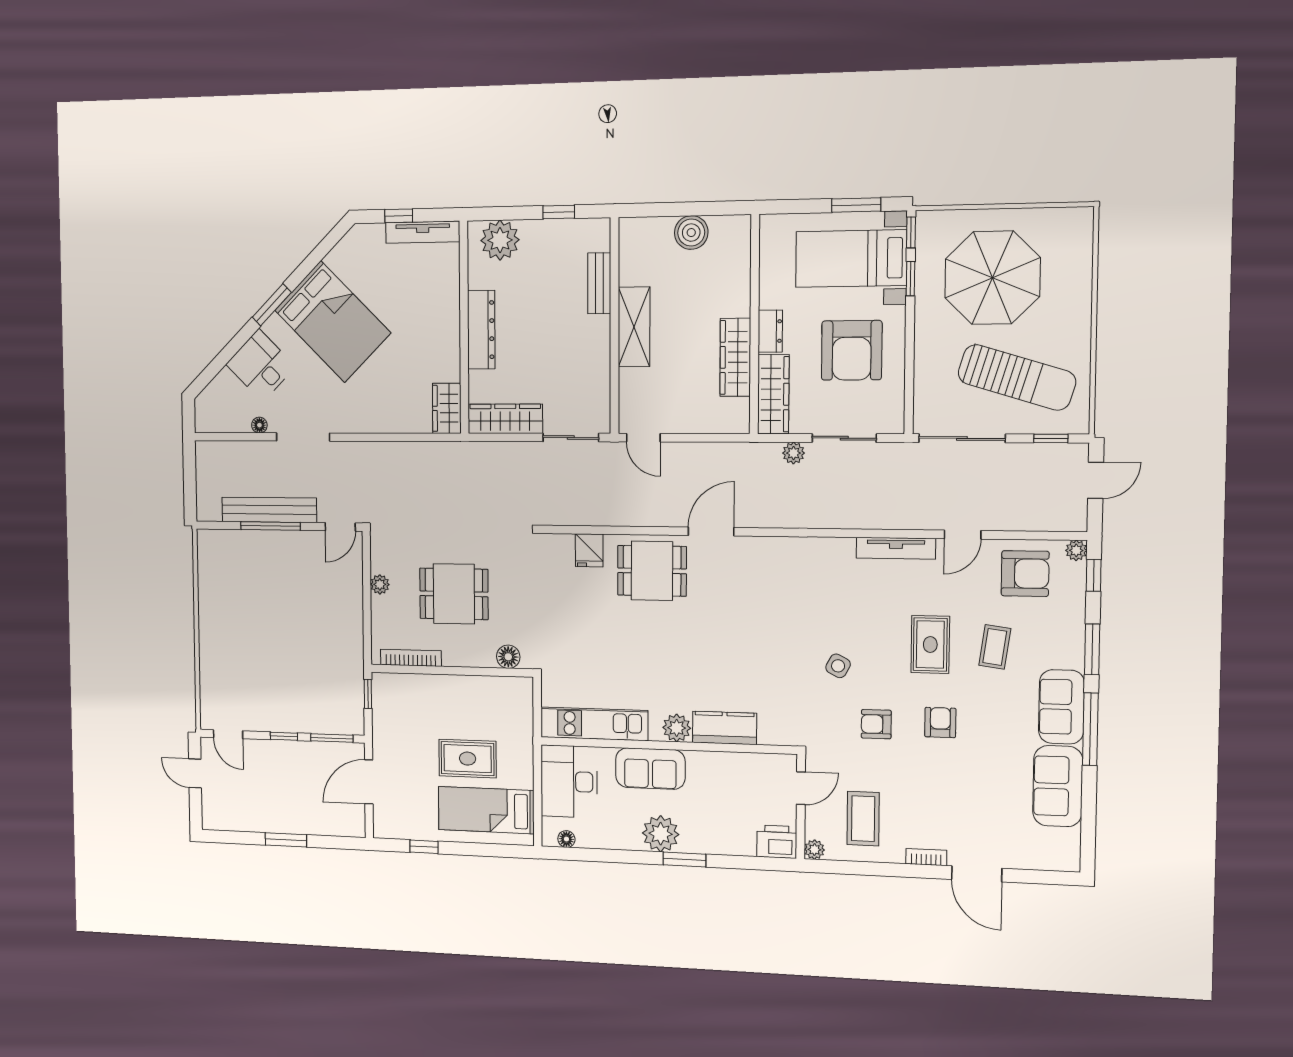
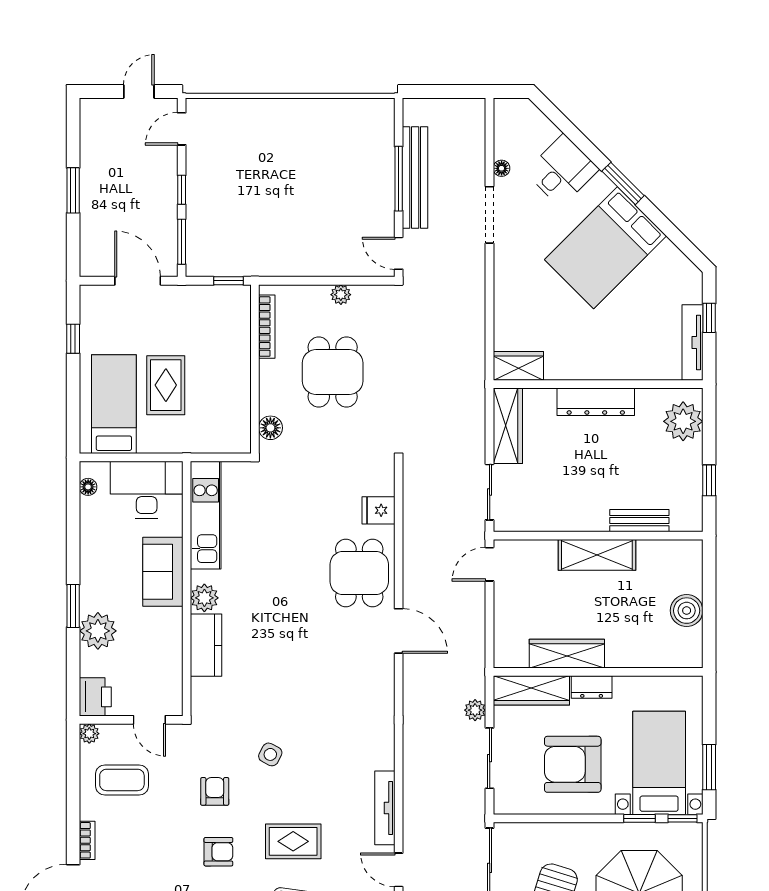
plant: (661, 834) -> (98, 631), moved

